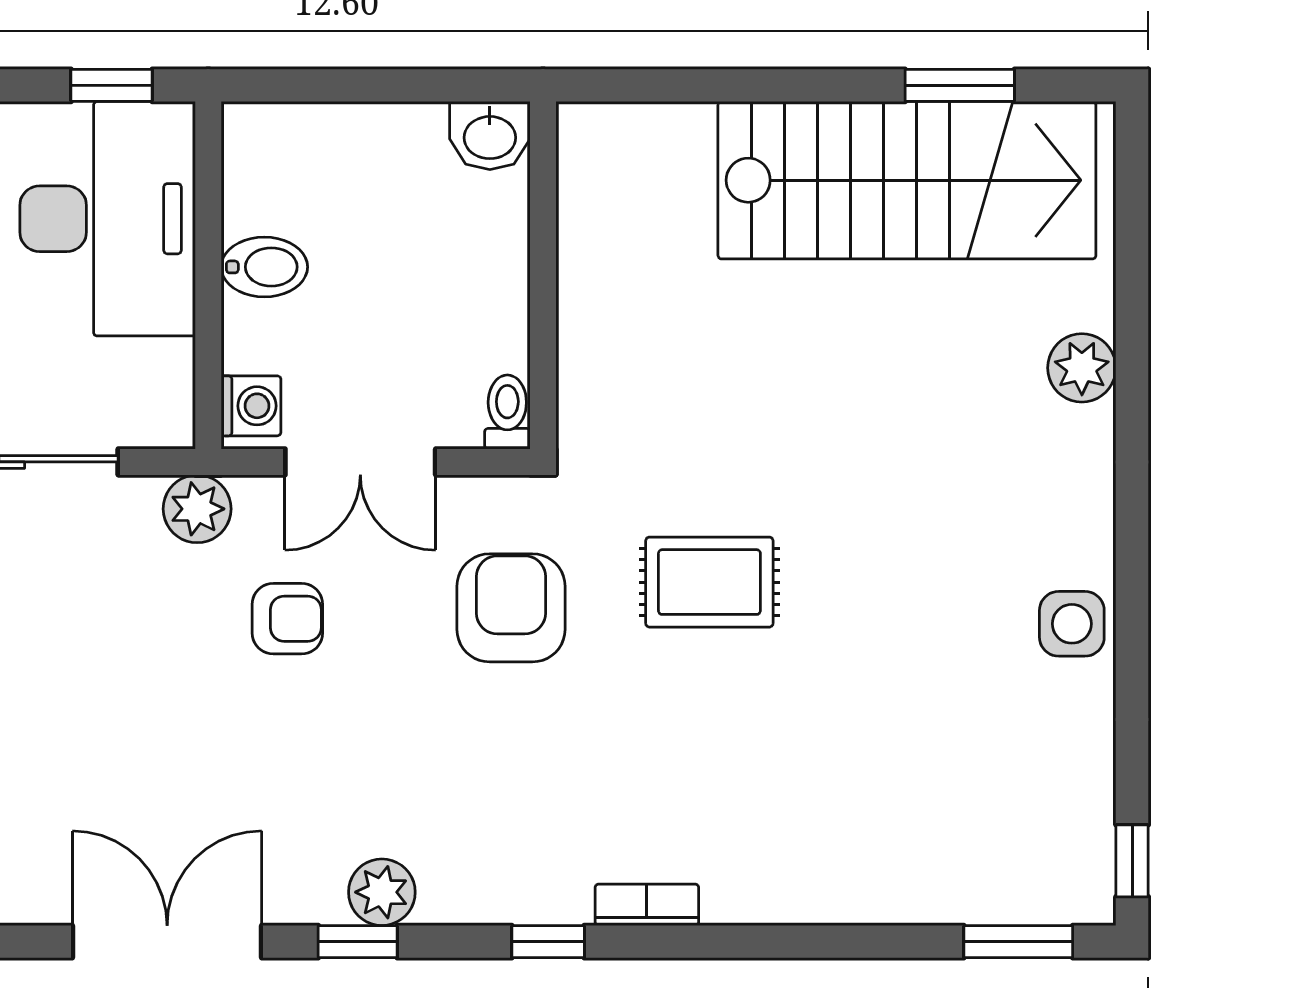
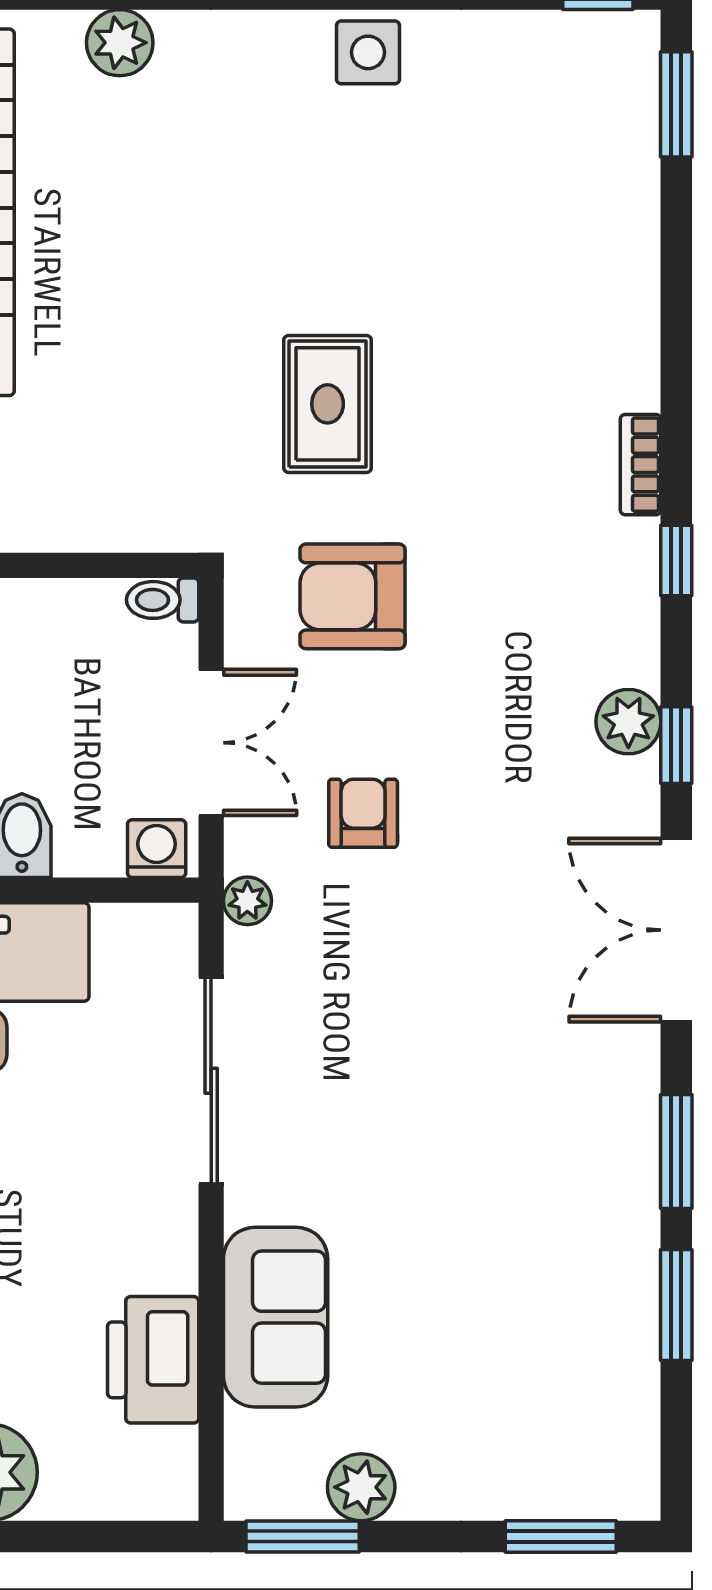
plant: (197, 509) -> (247, 901), width x0.73, depth x0.73

